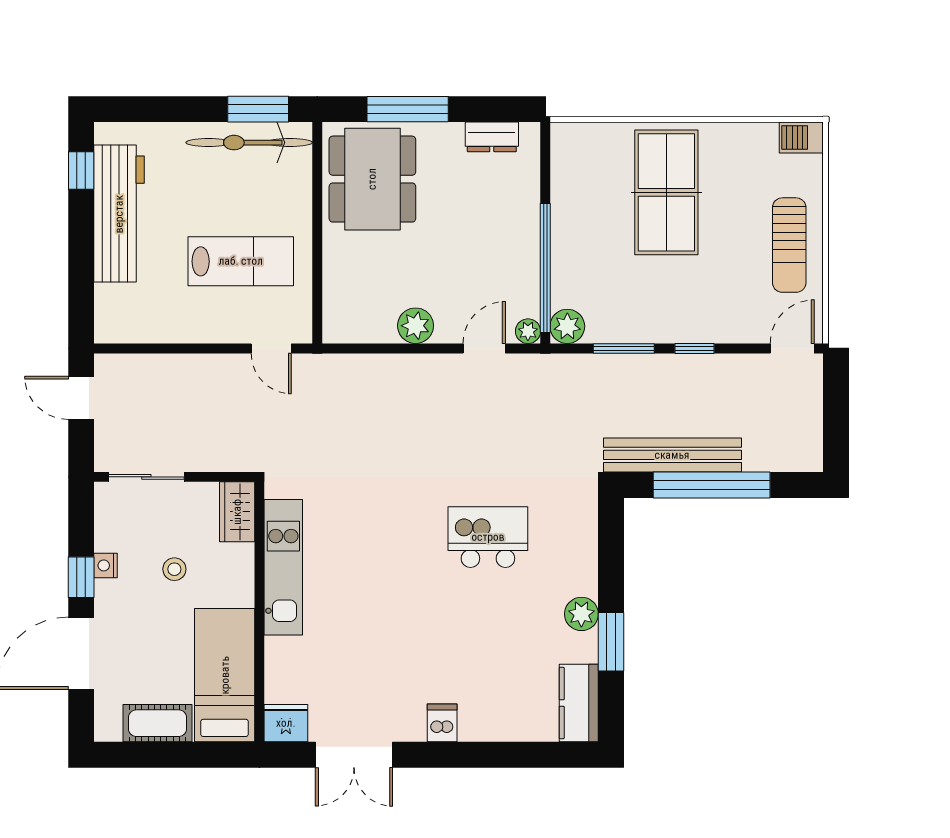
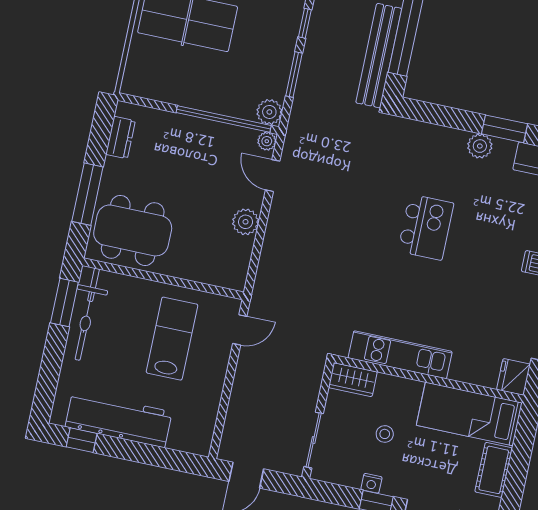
kitchen island: (488, 537) -> (426, 227), moved, turned 180

